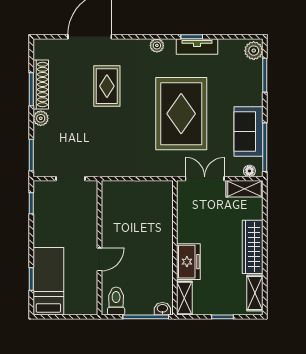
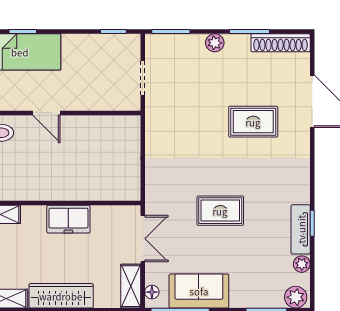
plant: (157, 45) -> (302, 264), moved
shoe rack: (41, 85) -> (281, 43), moved
rug: (181, 114) -> (220, 211), width x0.54, depth x0.49
freezer: (188, 262) -> (68, 219), moved

